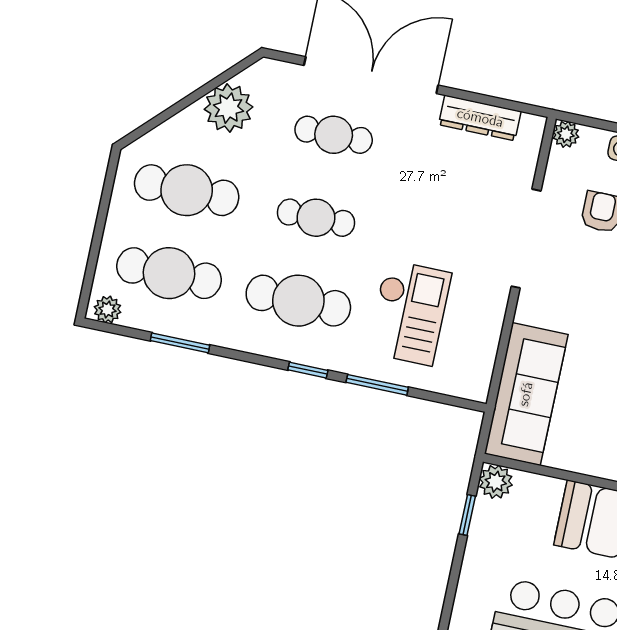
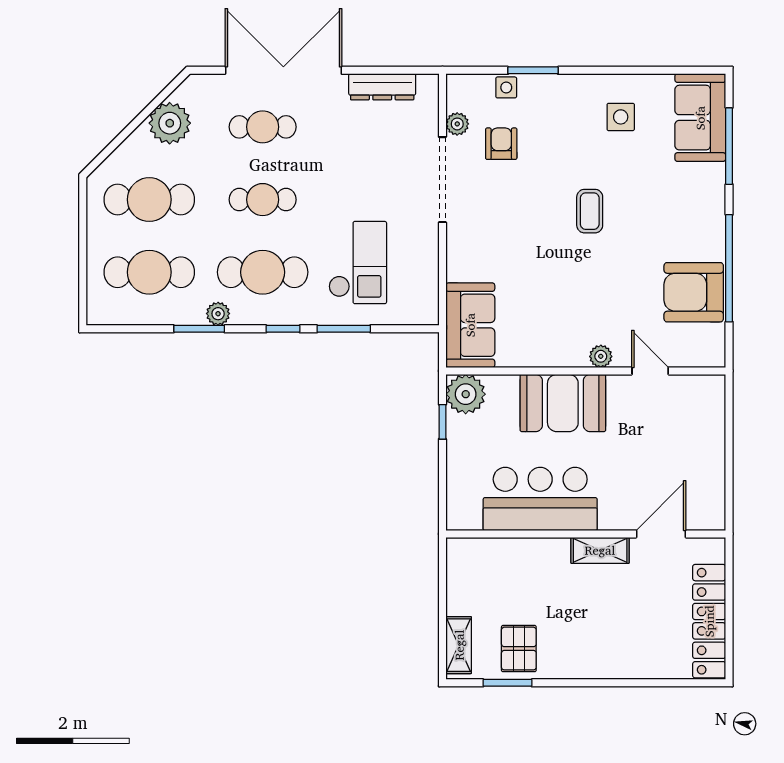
plant: (566, 134) -> (457, 124), moved
plant: (108, 310) -> (218, 314), moved
window: (180, 343) -> (199, 329), moved
sofa: (526, 394) -> (470, 325), width x0.73
plant: (496, 482) -> (466, 394), width x1.36, depth x1.36

